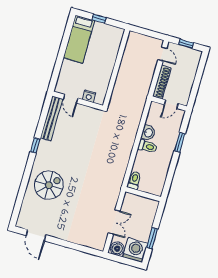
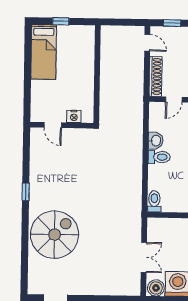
bench: (51, 118) -> (36, 155), removed
spiral stairs: (49, 185) -> (55, 235), width x1.37, depth x1.37

